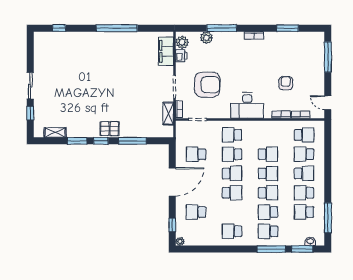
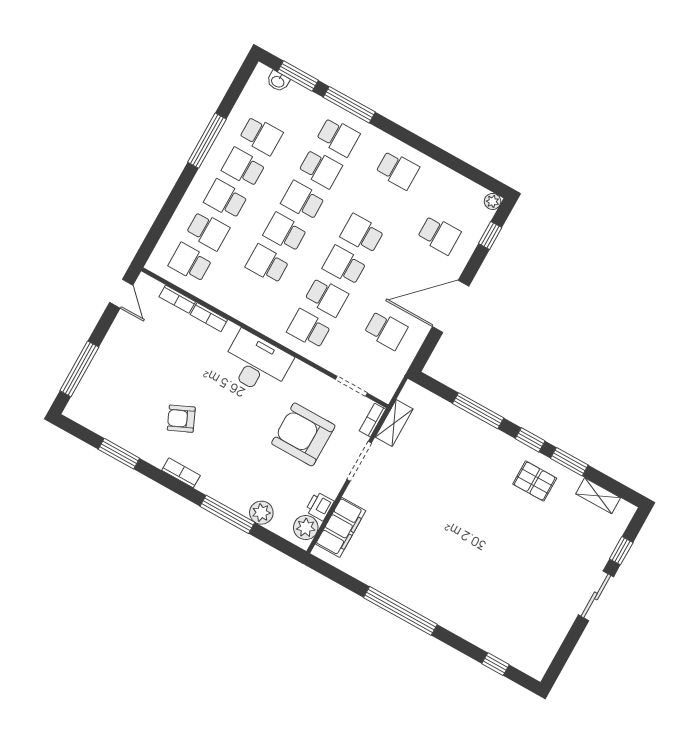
armchair: (286, 83) -> (181, 419), moved, turned 66
pallet: (110, 129) -> (535, 481), moved
school desk: (232, 135) -> (309, 329), turned 180
school desk: (304, 193) -> (243, 167), turned 180
window: (328, 218) -> (207, 141), moved

